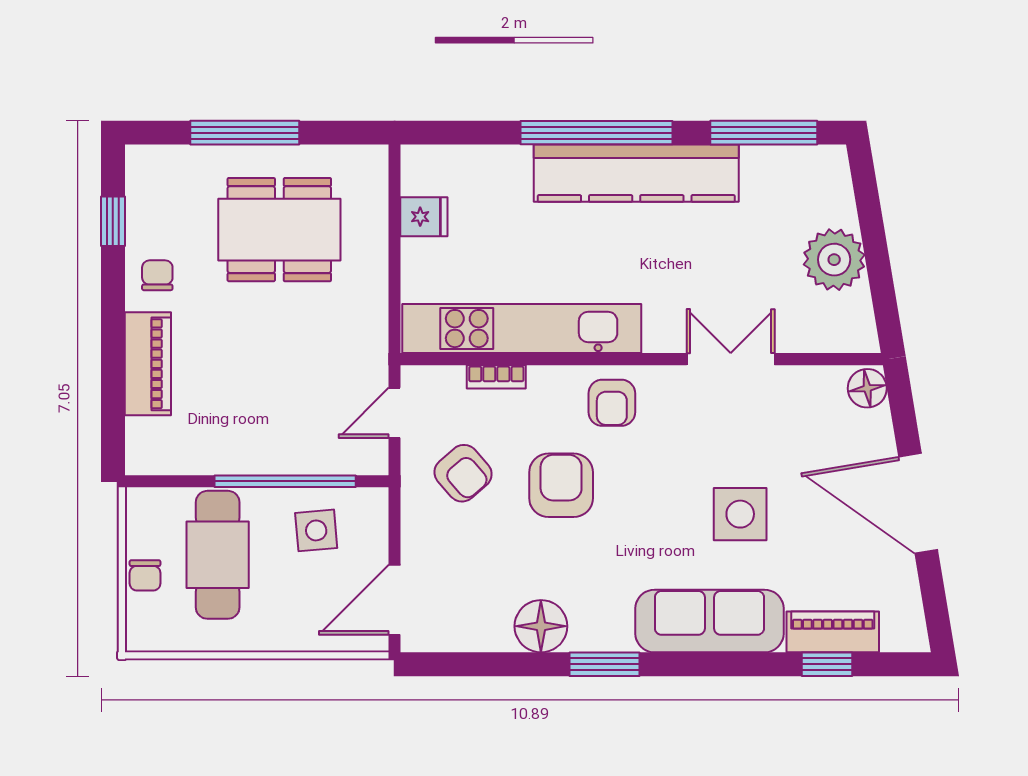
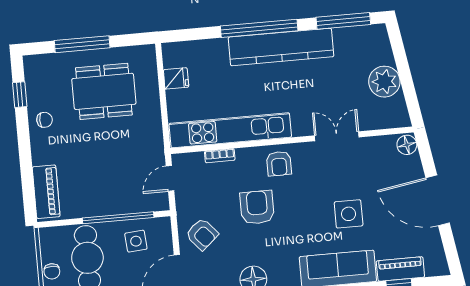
chair: (157, 275) -> (45, 120), turned 90
piano: (148, 364) -> (46, 192), moved
armchair: (463, 473) -> (202, 234), moved

